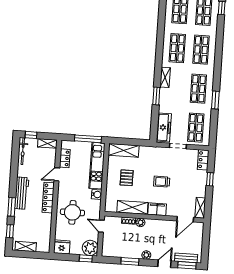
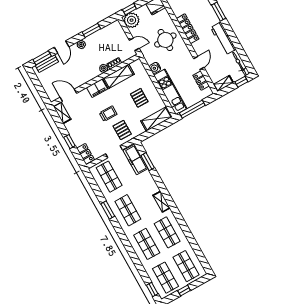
window: (156, 96) -> (148, 162), moved
pallet: (159, 160) -> (122, 130), added
workbench: (22, 193) -> (223, 38), moved
locker: (48, 198) -> (188, 29), moved
door: (185, 219) -> (68, 95), hinge flipped

